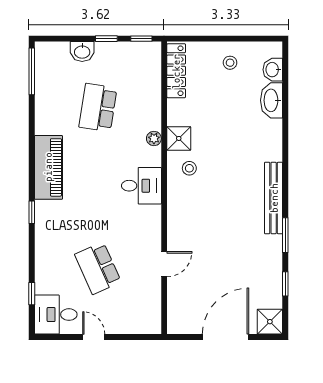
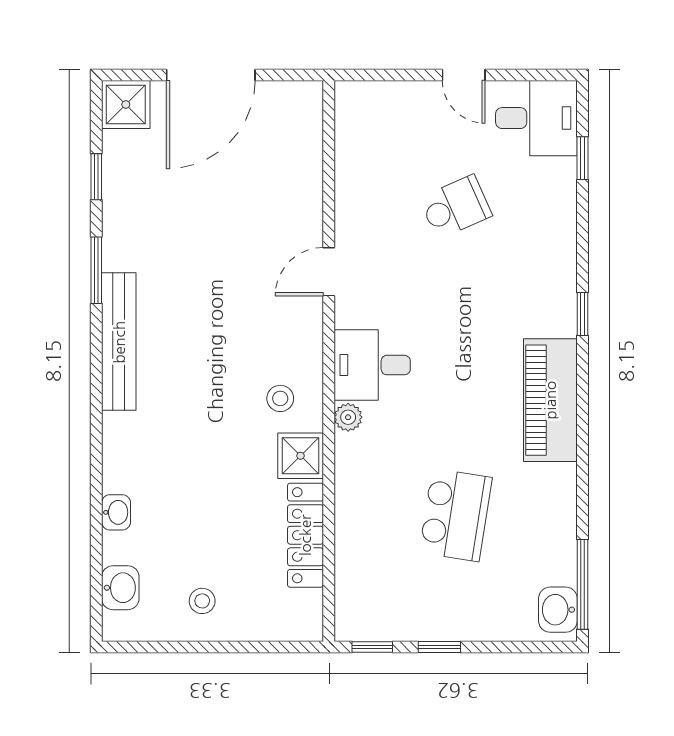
washbasin: (82, 52) -> (558, 610), moved, turned -90
locker: (176, 71) -> (305, 535), moved
washbasin: (272, 100) -> (116, 512), width x0.52, depth x0.69
plant: (154, 139) -> (348, 417), moved
door: (164, 264) -> (329, 272), moved
school desk: (98, 268) -> (456, 207), width x0.54

